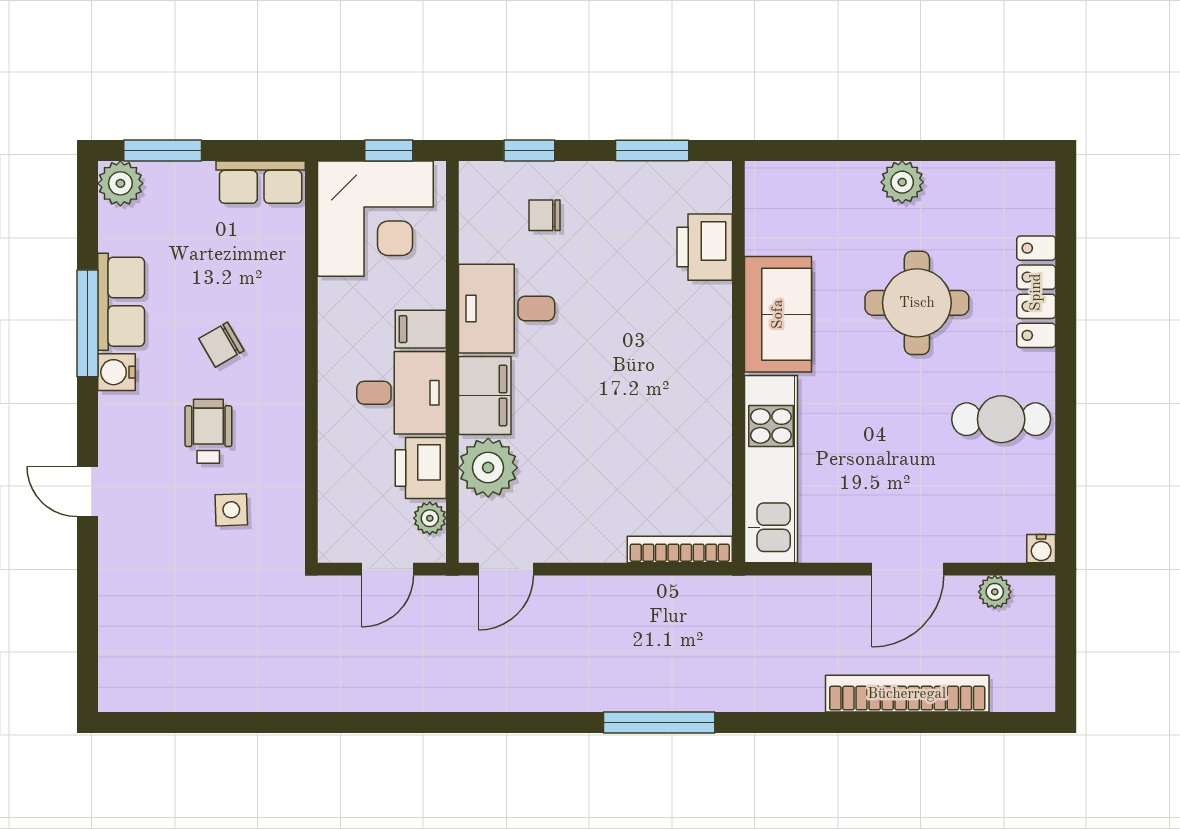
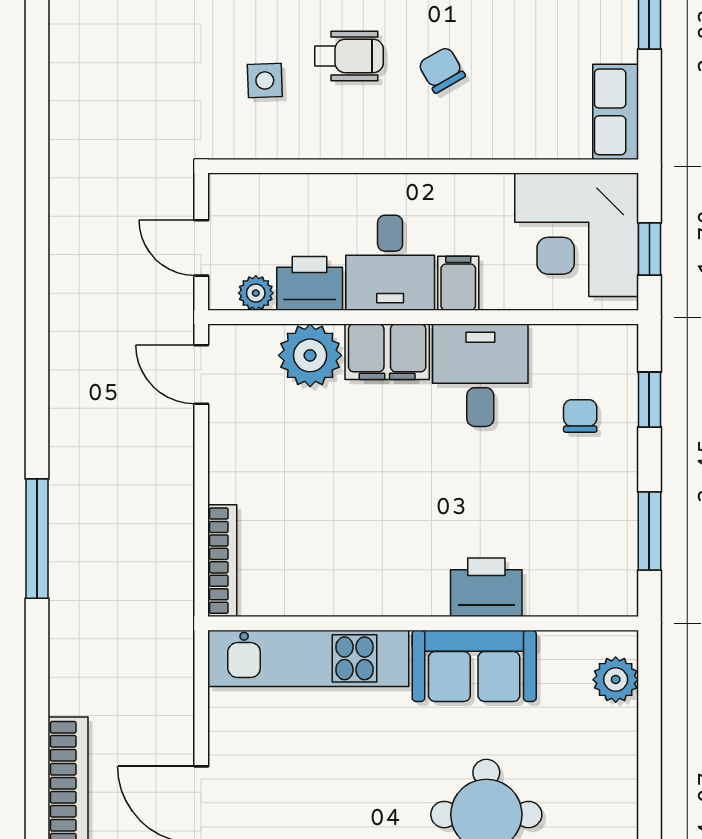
plant: (902, 182) -> (616, 680), moved
printer: (705, 247) -> (486, 587), moved

